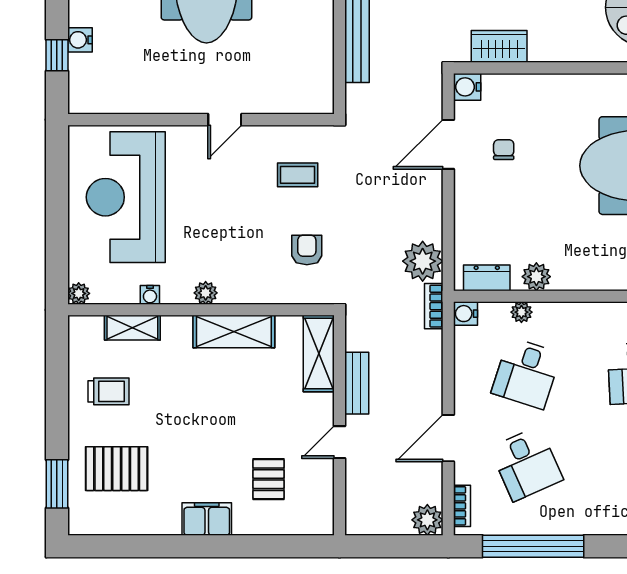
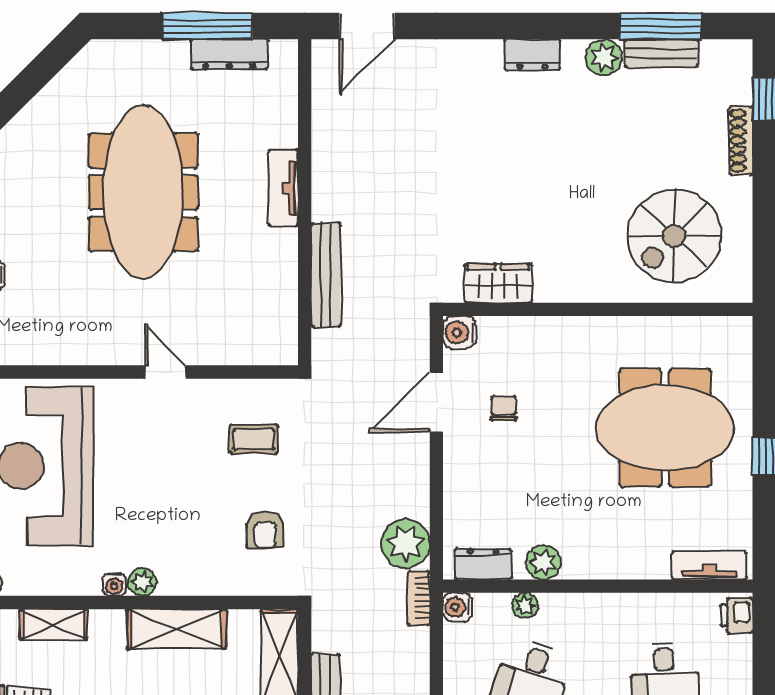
door: (225, 120) -> (165, 372), swing flipped
armchair: (307, 250) -> (265, 530), turned 180
water cooler: (150, 295) -> (114, 584), moved

